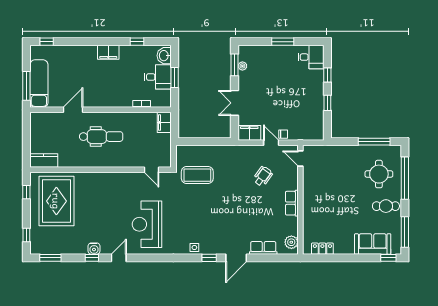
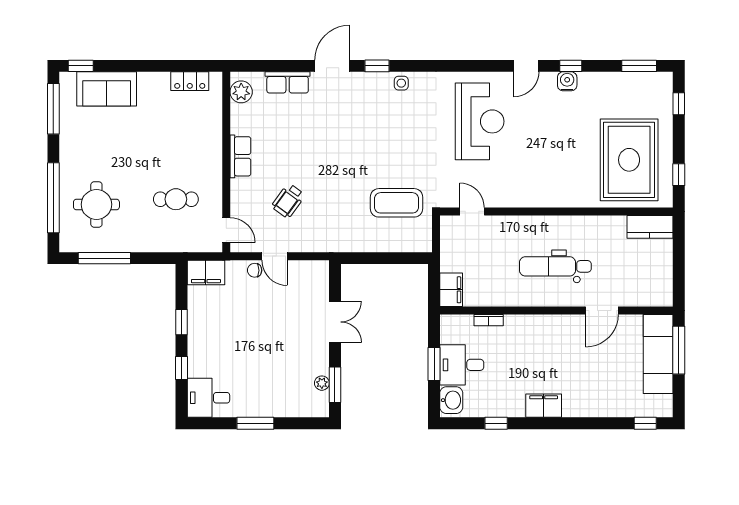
filing cabinet: (249, 133) -> (206, 272), moved
cafe table: (386, 206) -> (176, 199), moved

